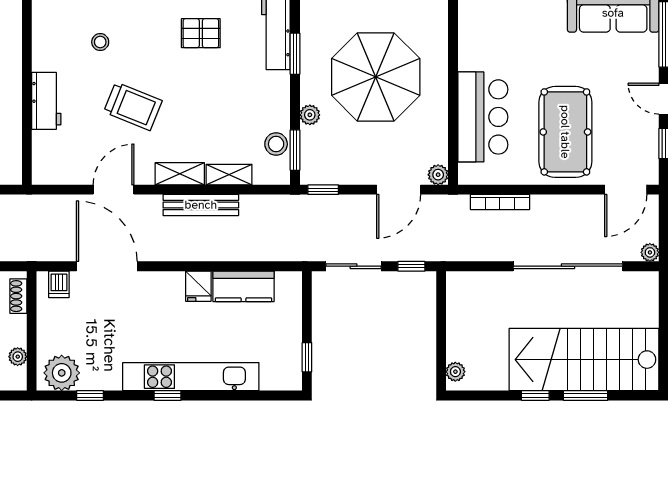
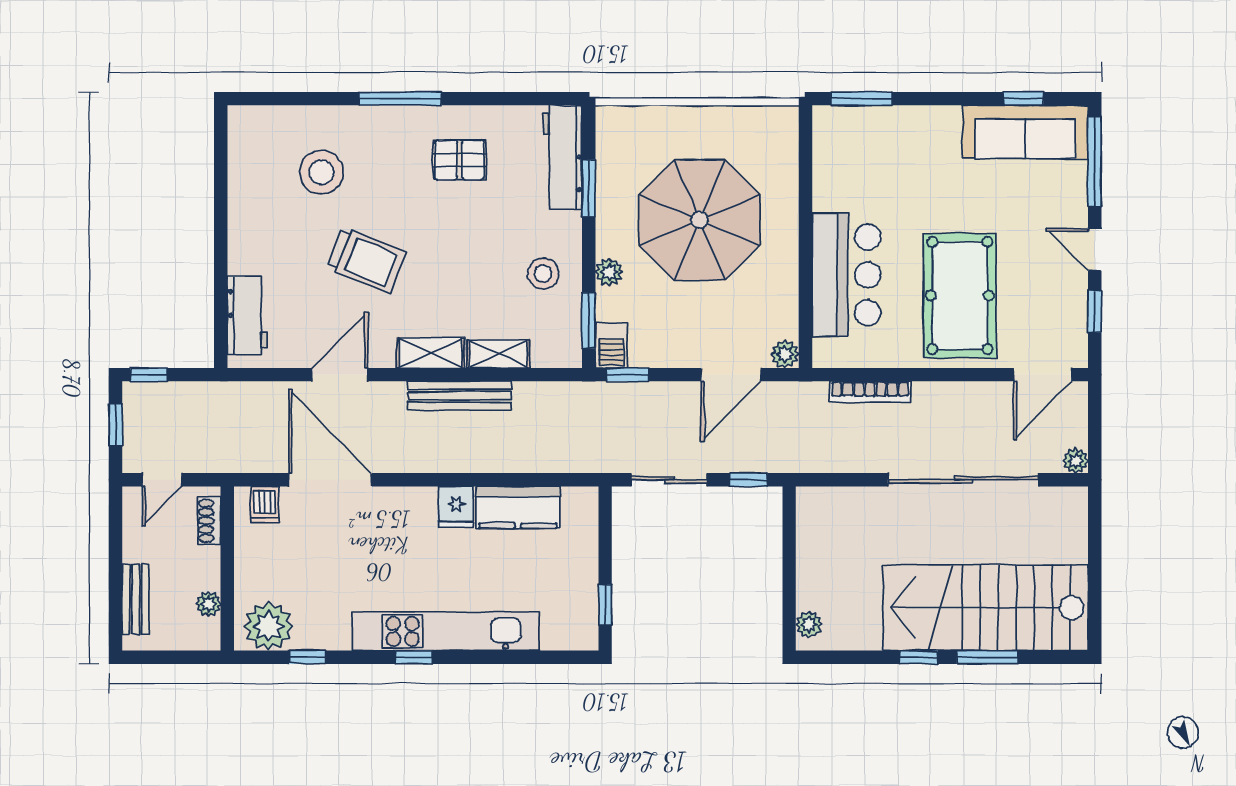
stool: (100, 42) -> (321, 172), width x1.89, depth x1.89
workbench: (46, 101) -> (247, 315), moved
stool: (276, 144) -> (543, 274), moved
barbecue: (312, 168) -> (611, 345), added

